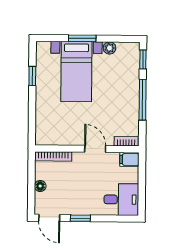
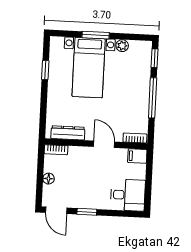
dresser: (58, 139) -> (68, 133), added
bookcase: (53, 156) -> (56, 150), width x0.64

